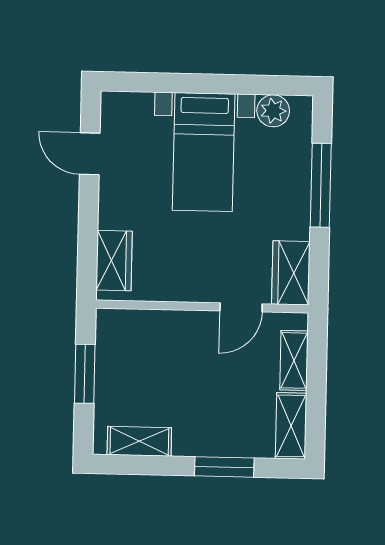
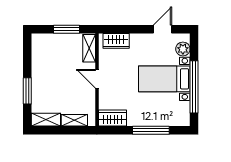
window: (224, 84) -> (194, 87), added
plant: (273, 111) -> (183, 49), moved
door: (241, 307) -> (97, 79), moved
shelving: (139, 441) -> (89, 48), moved

